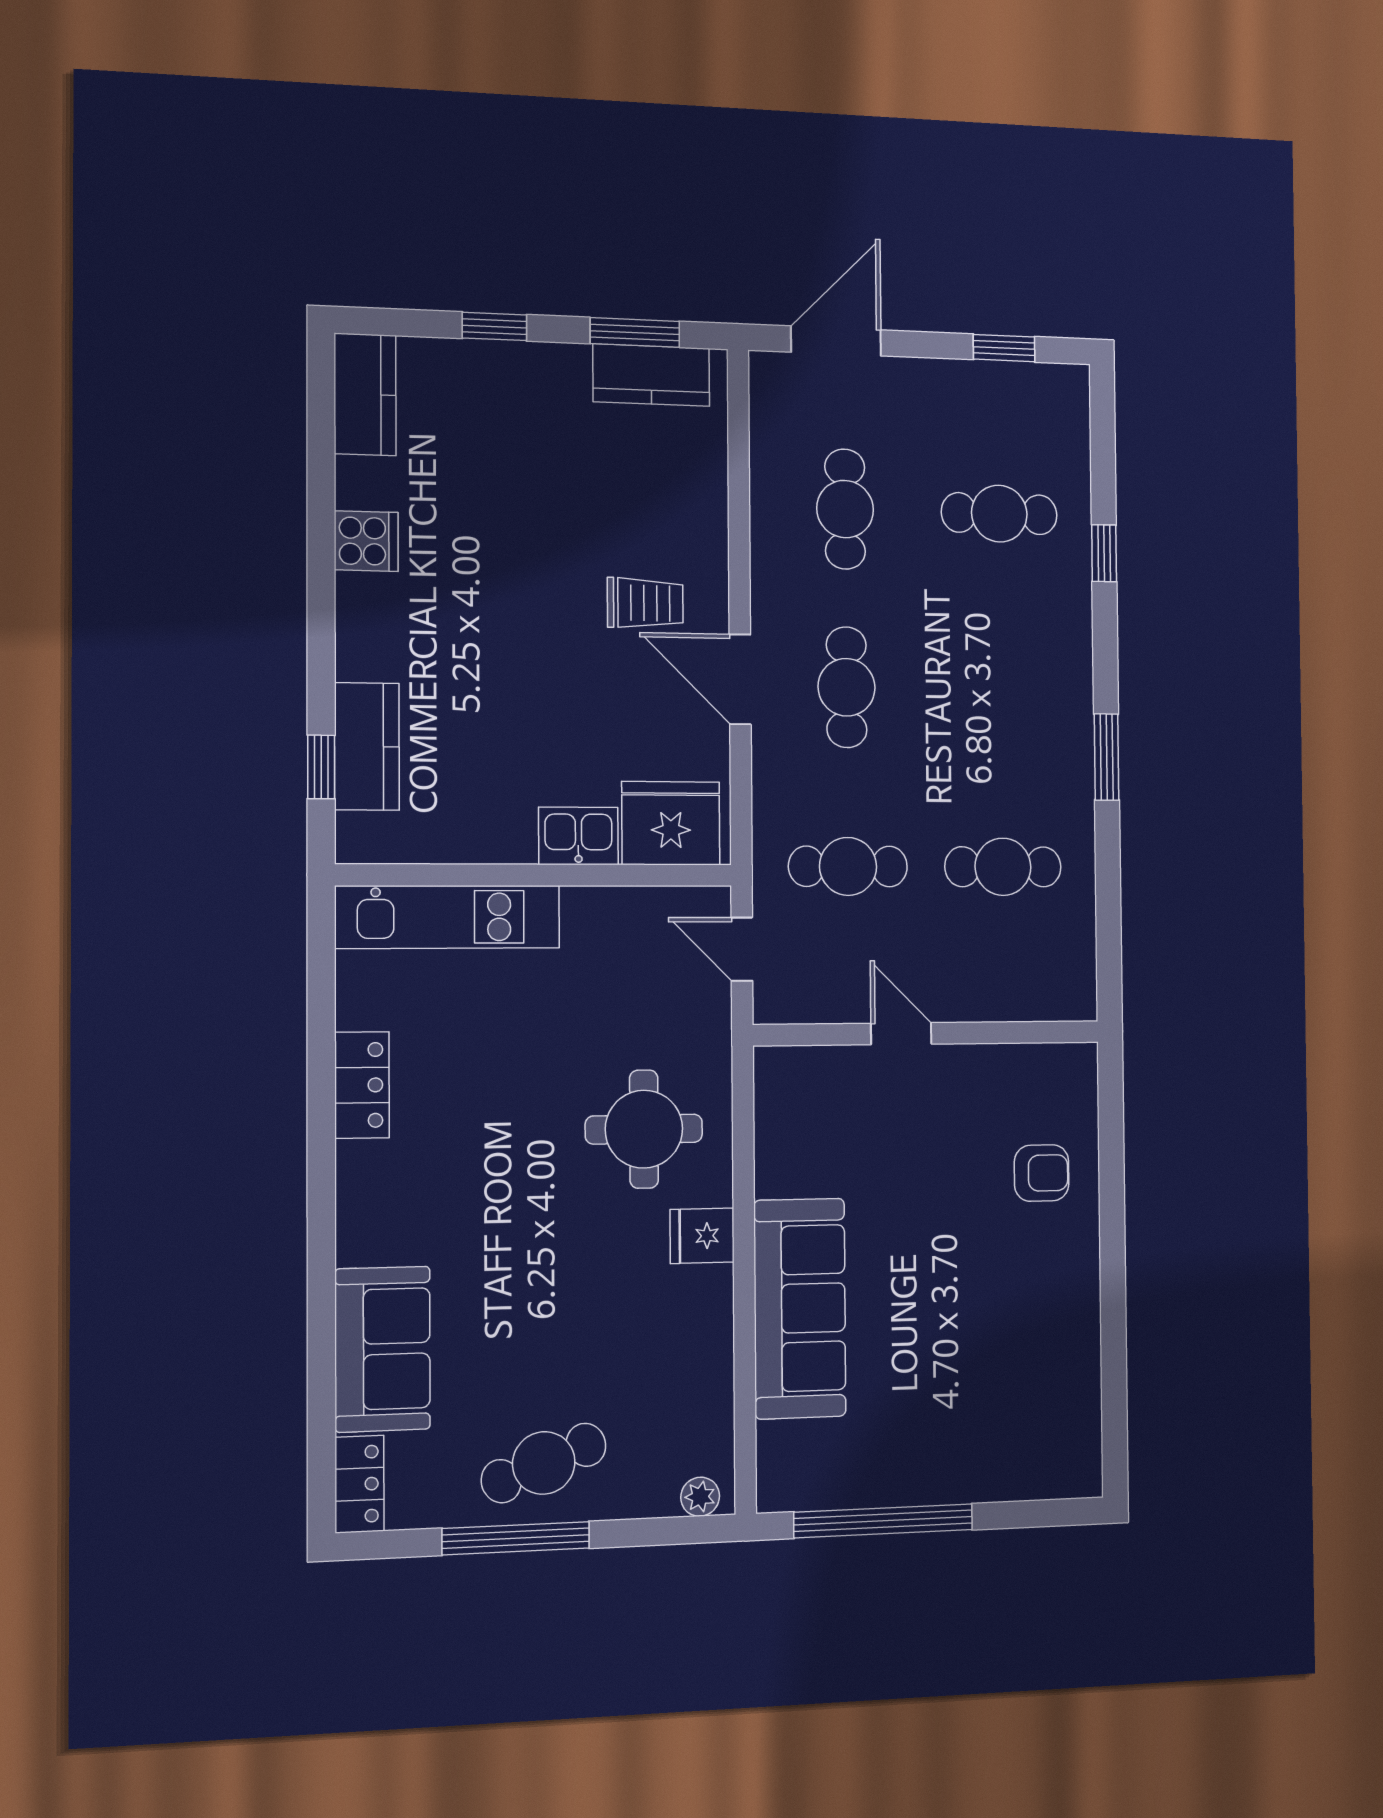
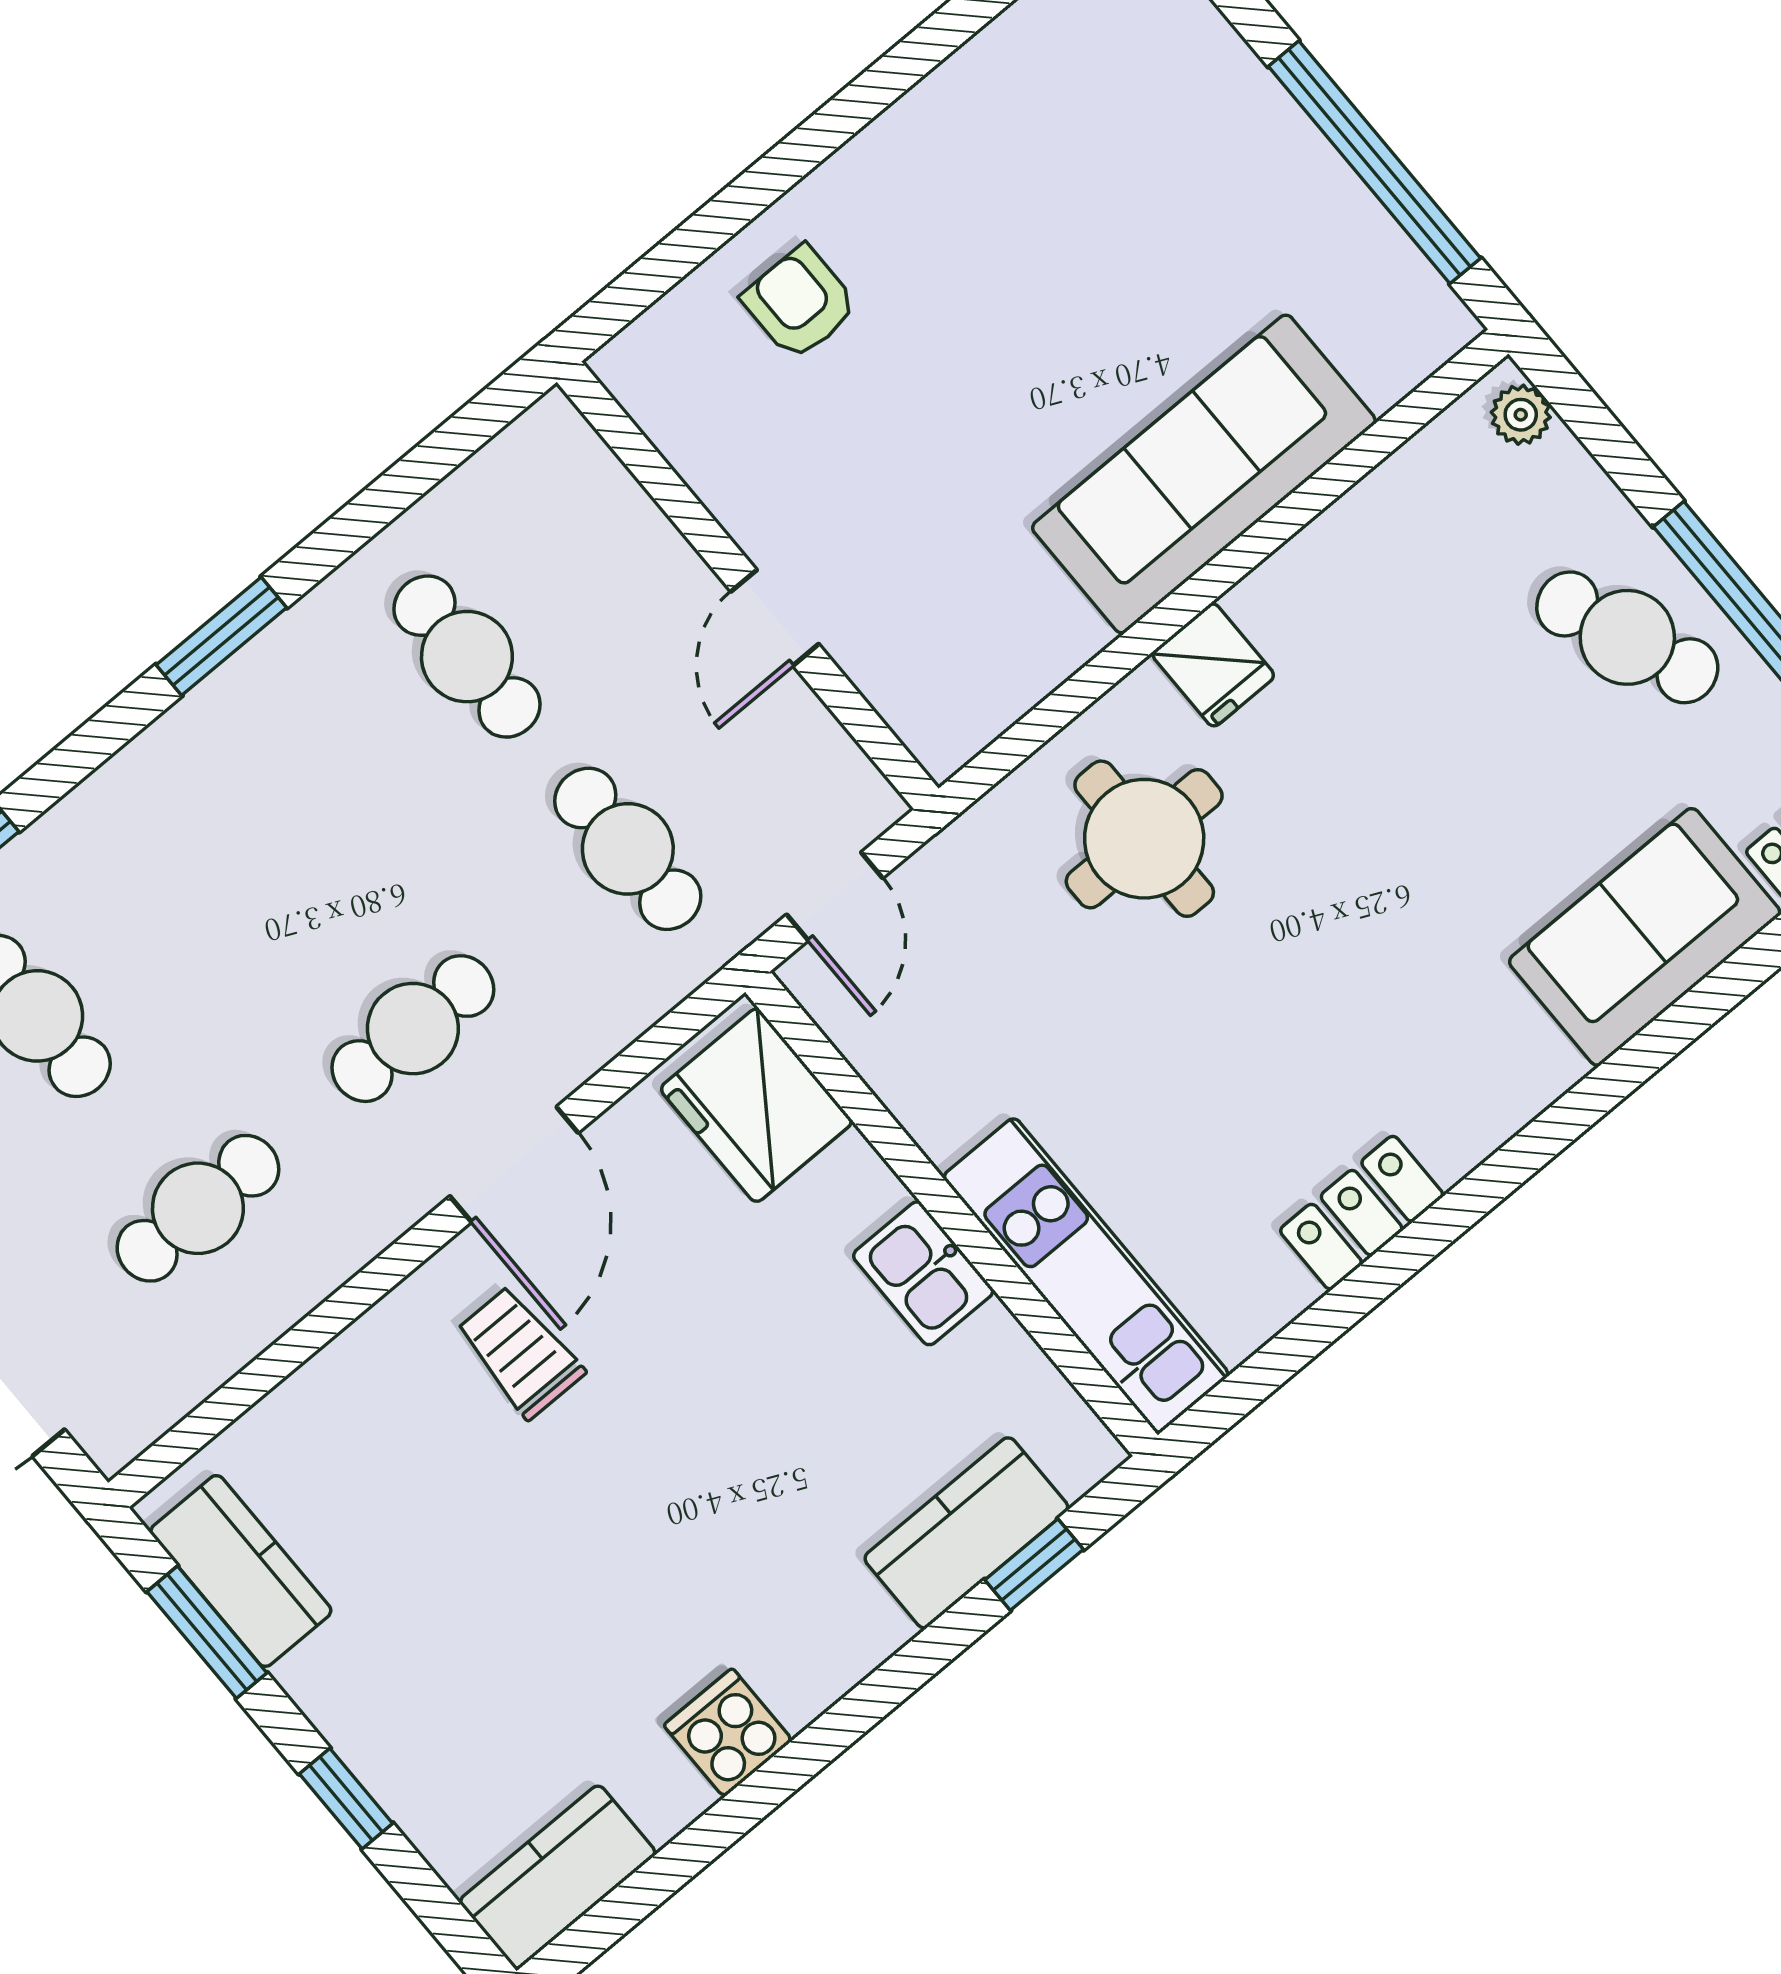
kitchen sink: (578, 836) -> (923, 1273), moved

